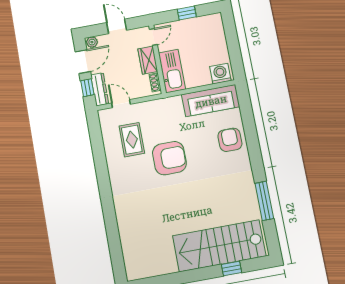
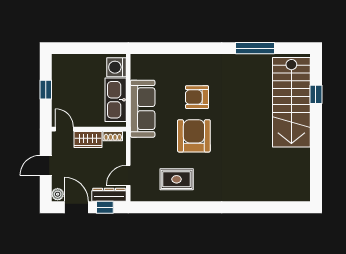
kitchen sink: (172, 71) -> (116, 100), moved, turned -90
sofa: (211, 101) -> (143, 109), moved
rug: (132, 140) -> (177, 179), moved
armchair: (230, 140) -> (197, 97), moved

